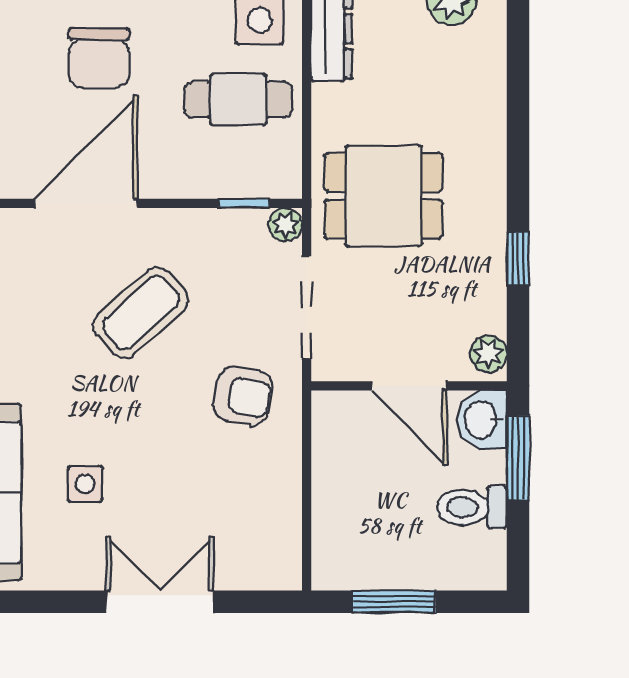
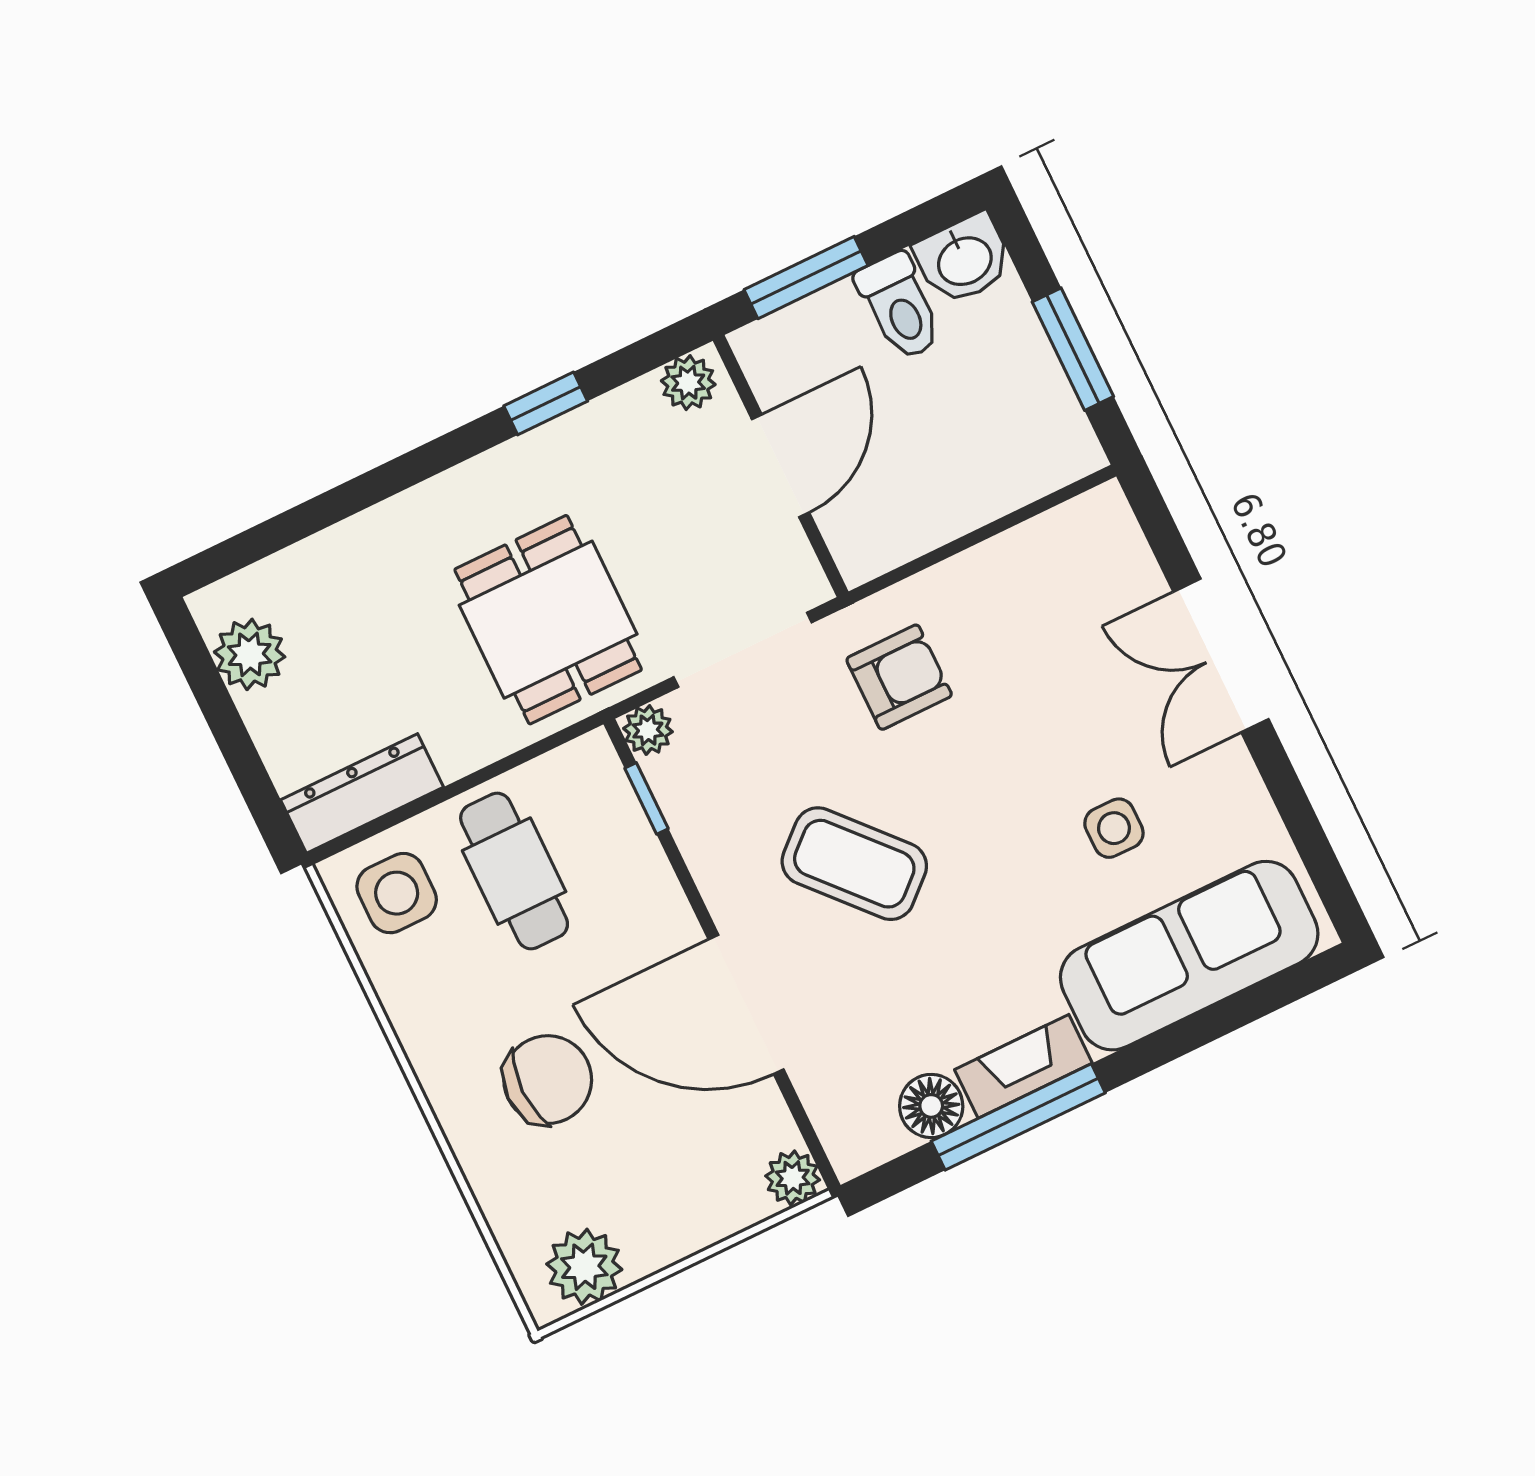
armchair: (243, 396) -> (899, 677), turned 80
washbasin: (482, 419) -> (964, 259), moved

